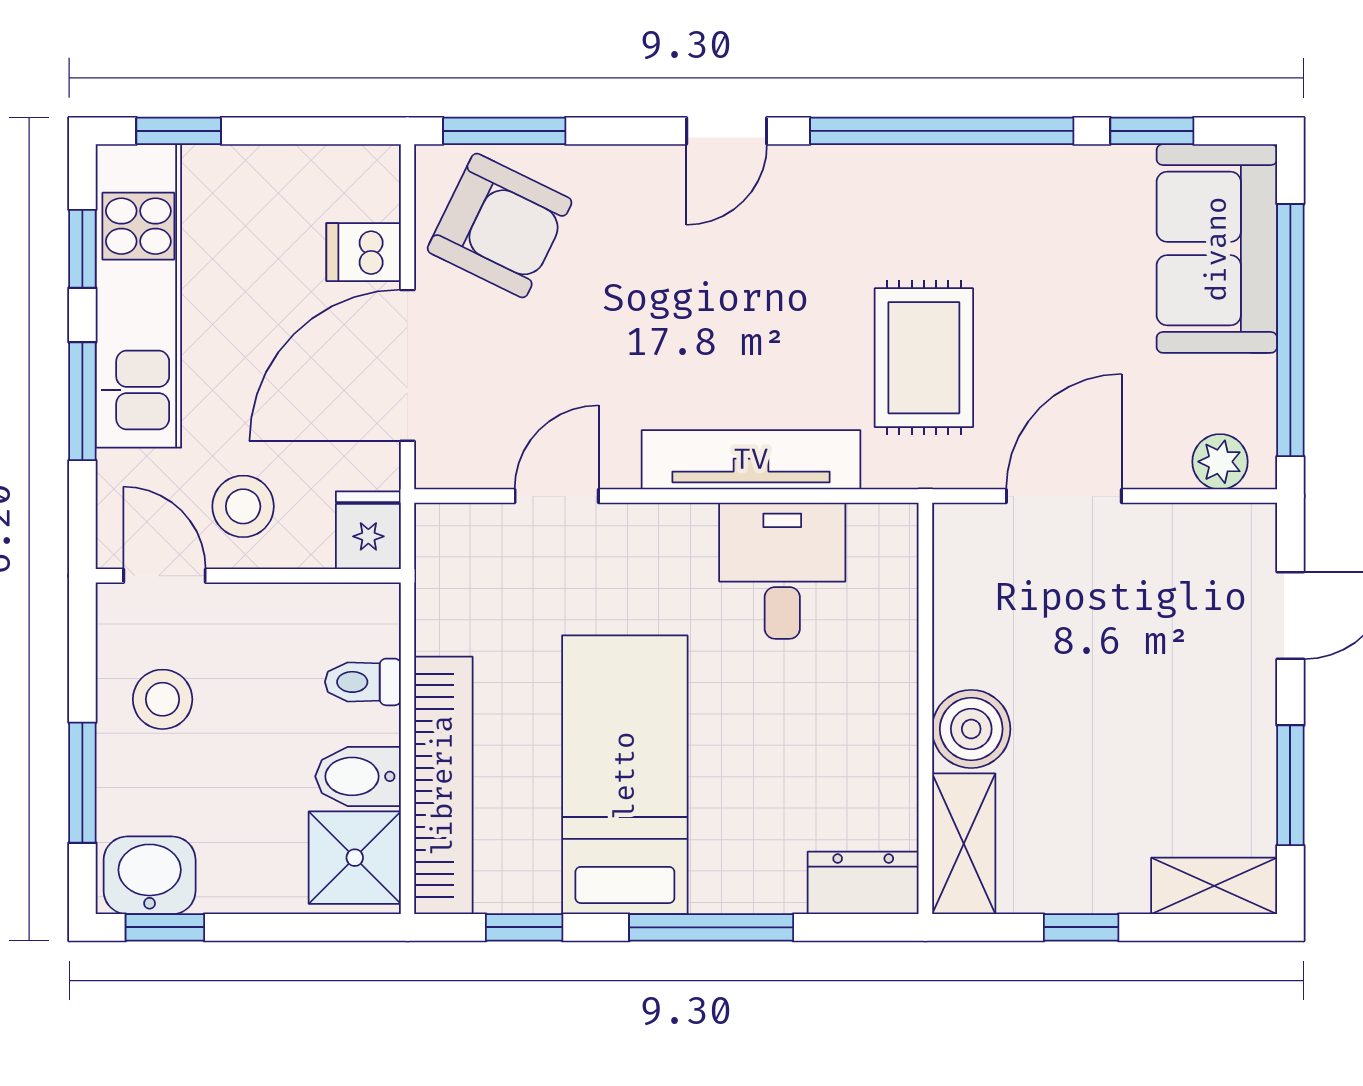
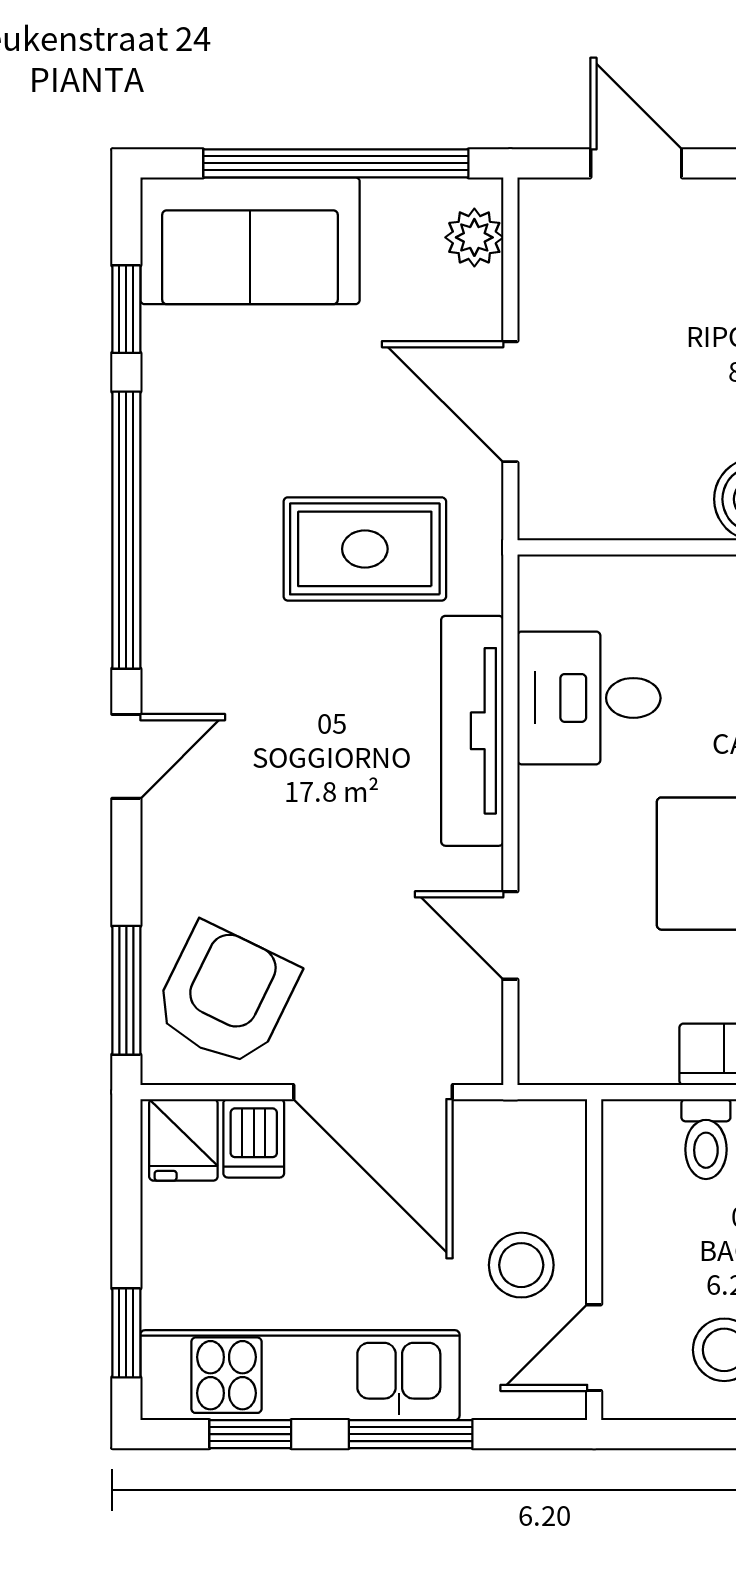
door: (727, 131) -> (126, 756), hinge flipped
fridge: (368, 530) -> (183, 1140), moved, turned -90

